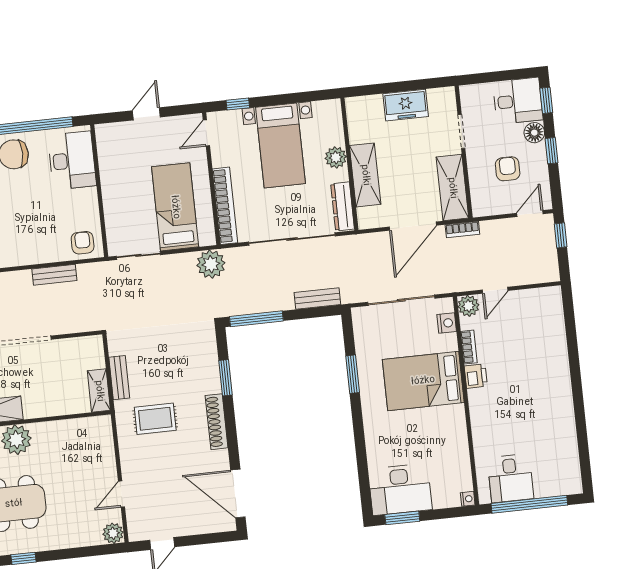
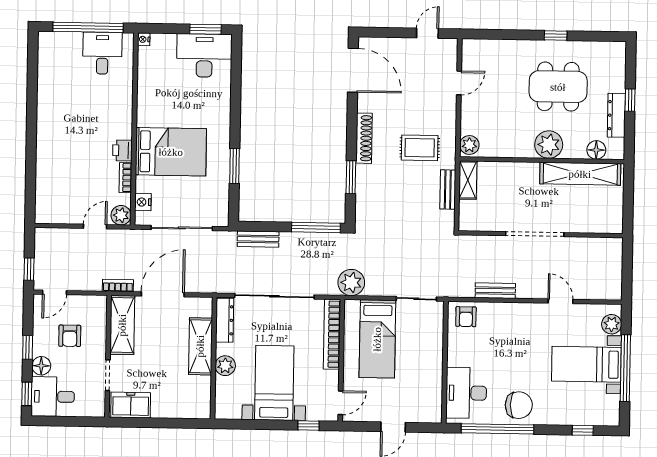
freezer: (406, 105) -> (131, 405), moved
plant: (113, 533) -> (469, 145), moved

